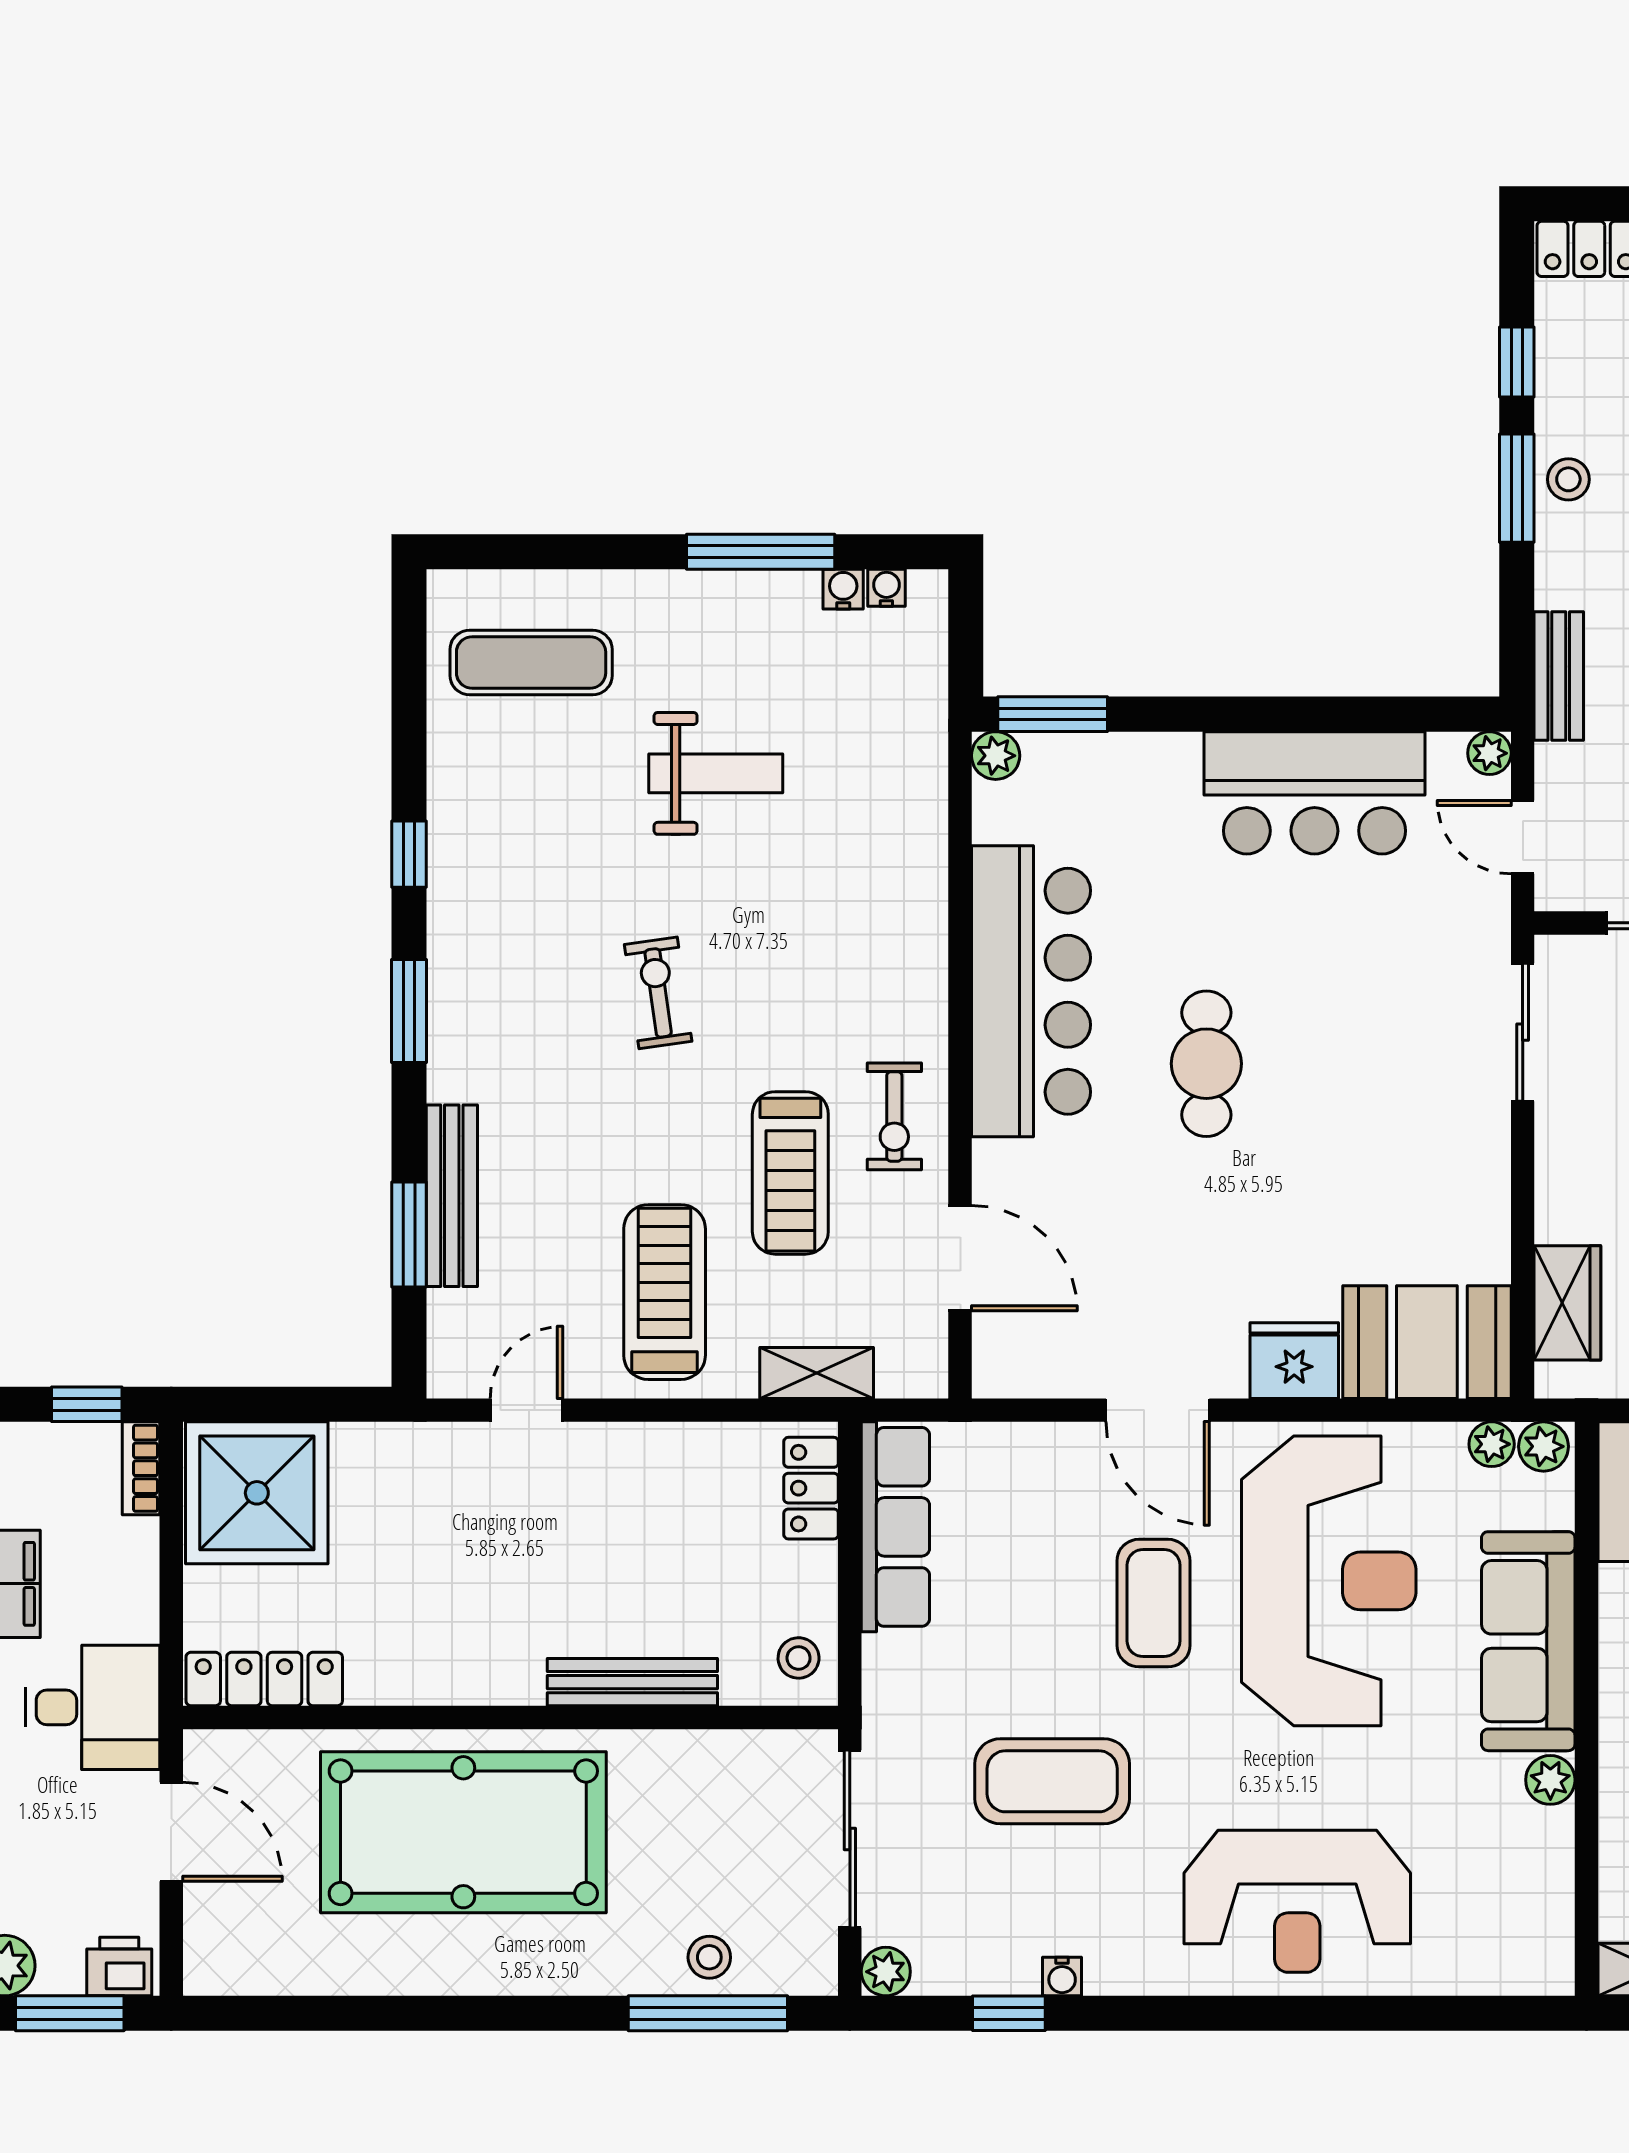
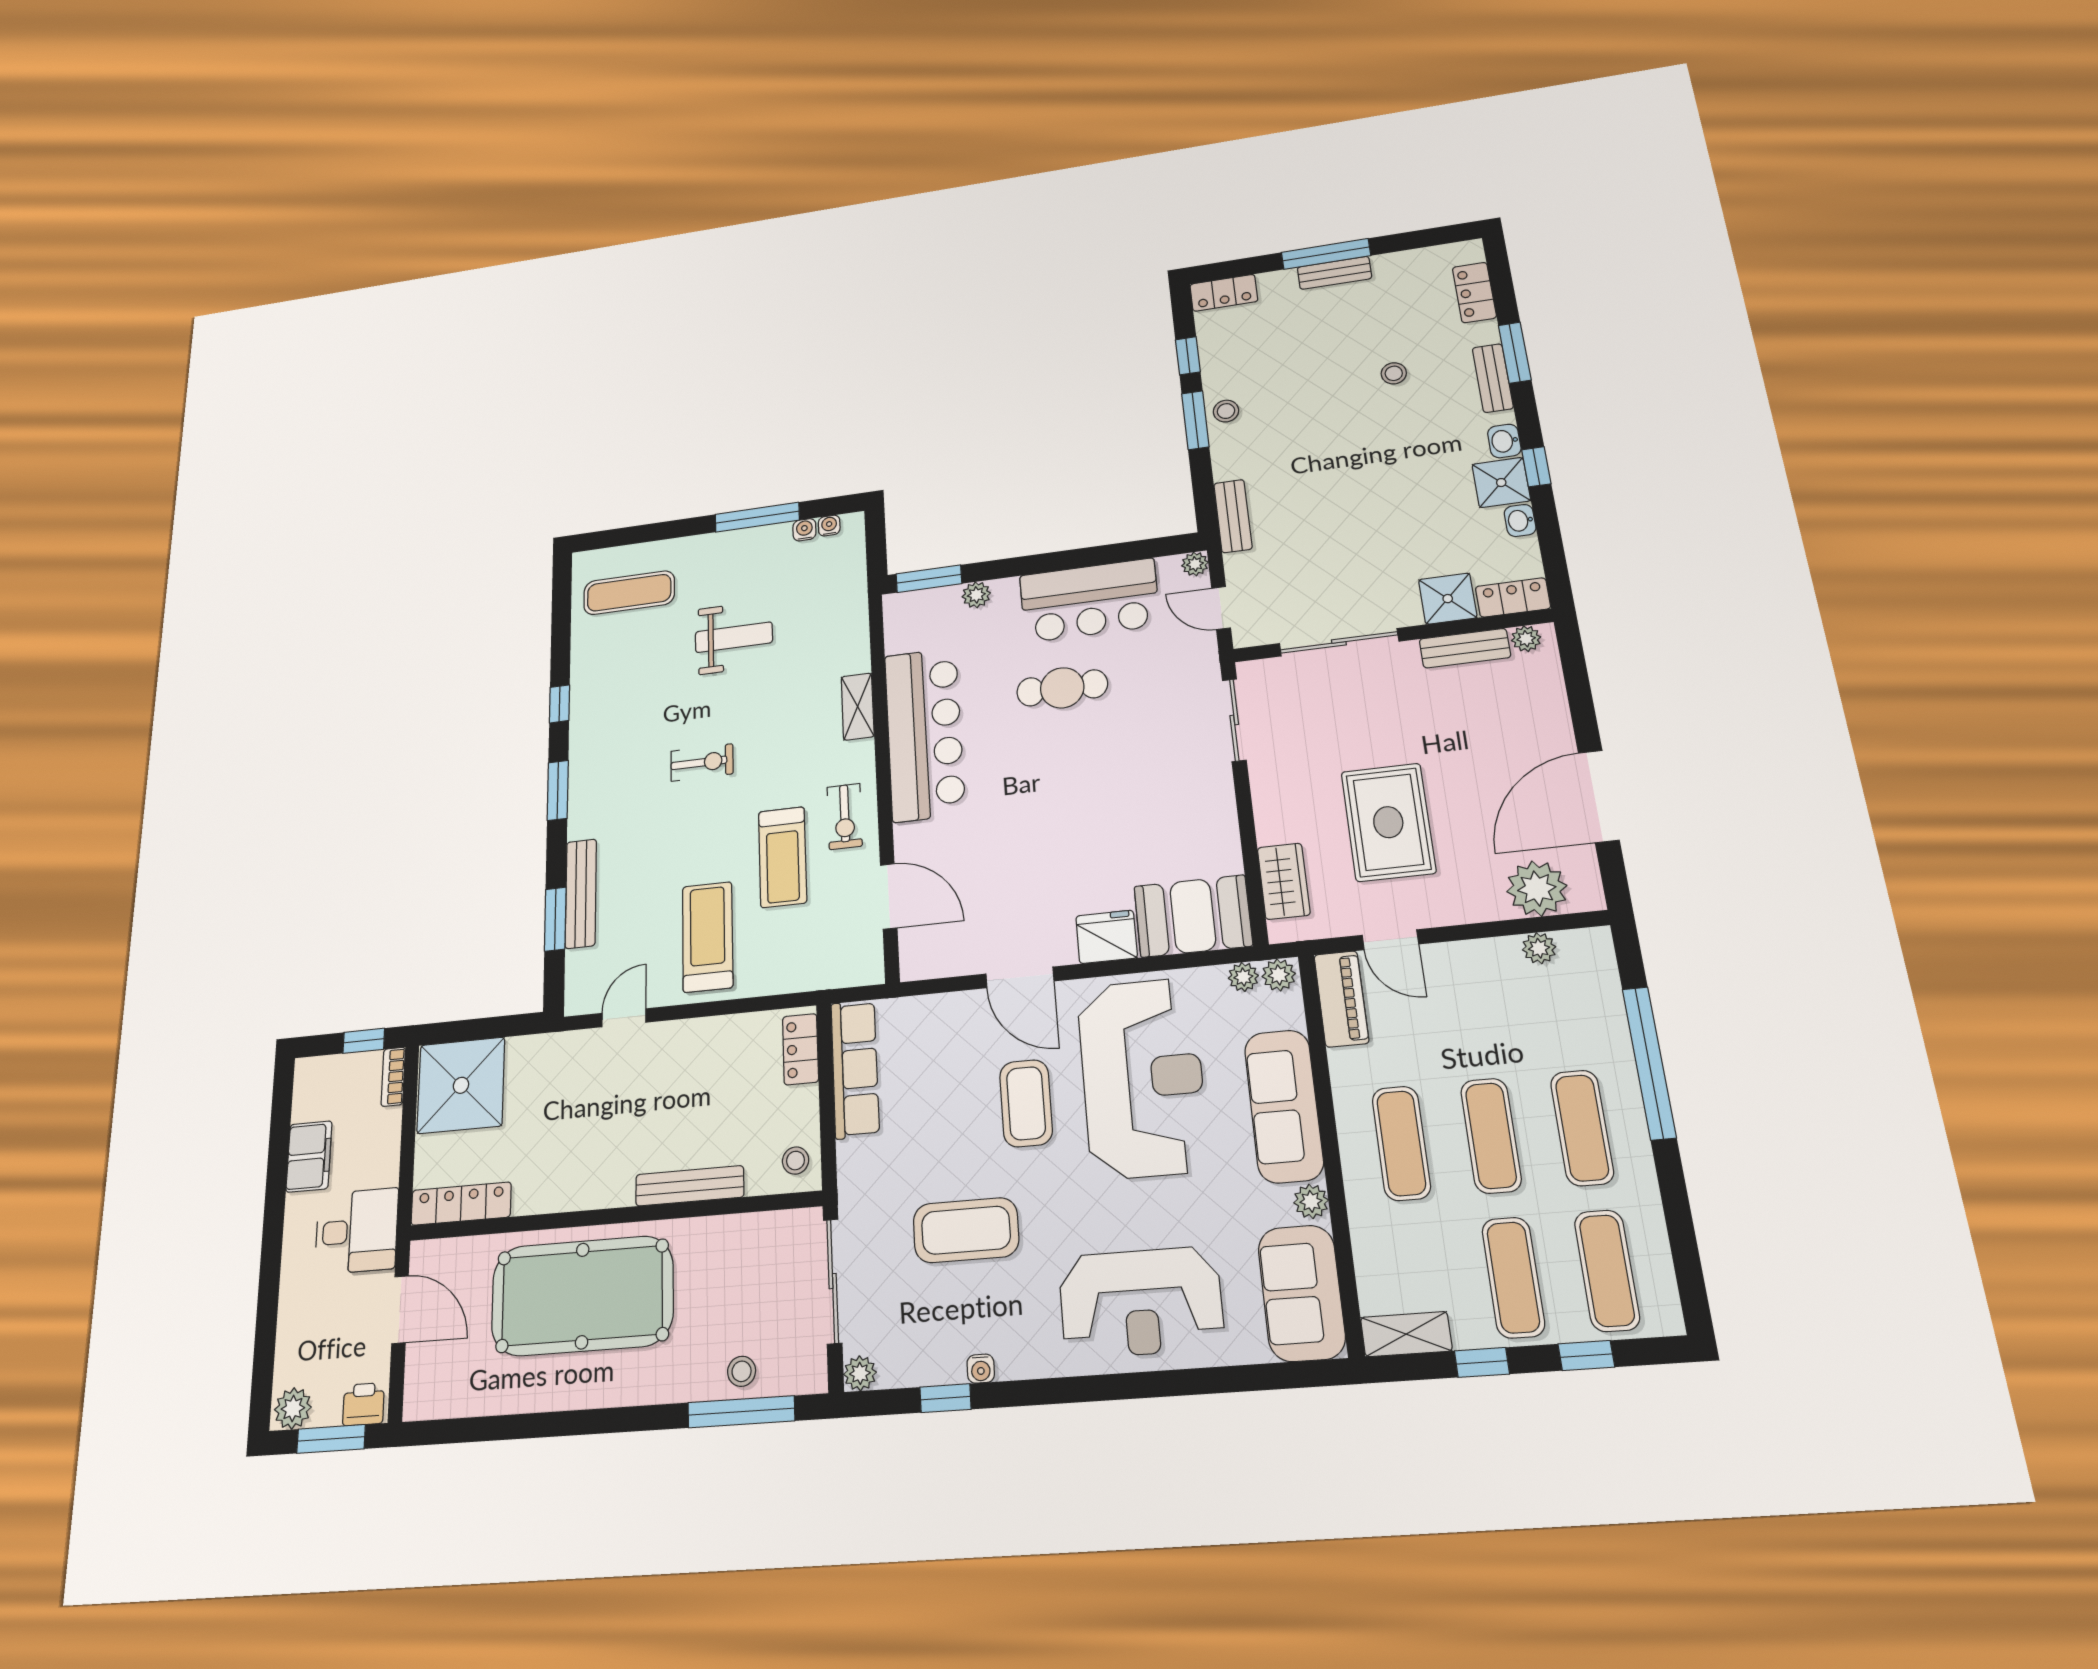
plant: (996, 756) -> (976, 595), moved
exercise bike: (658, 993) -> (702, 762), turned 98
cafe table: (1206, 1064) -> (1062, 688), moved, turned 90
shelving: (817, 1373) -> (858, 707), moved, turned 90
sofa: (1522, 1905) -> (1302, 1293), added

